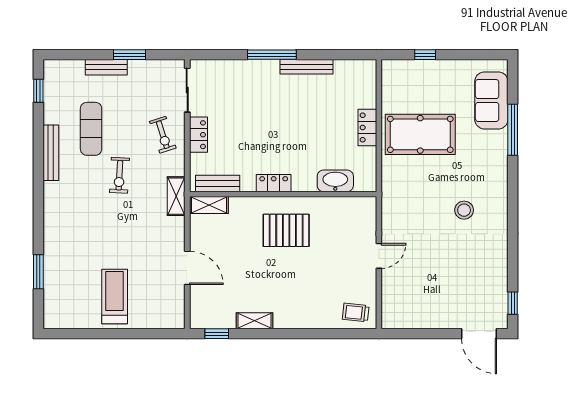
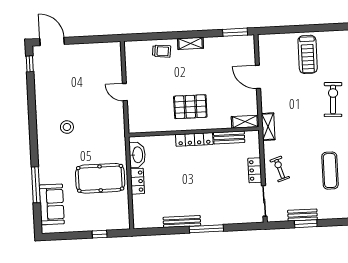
bench: (106, 67) -> (302, 215), moved
exercise bike: (119, 175) -> (333, 100), moved, width x1.38, depth x1.39
washbasin: (335, 181) -> (137, 155), moved, turned -90
bench: (218, 183) -> (229, 137), moved
locker: (274, 183) -> (194, 139), width x1.53
door: (379, 256) -> (125, 92), hinge flipped
trolley: (356, 313) -> (162, 51), moved
shelving: (254, 321) -> (190, 43), moved
window: (217, 334) -> (235, 32), width x1.50

